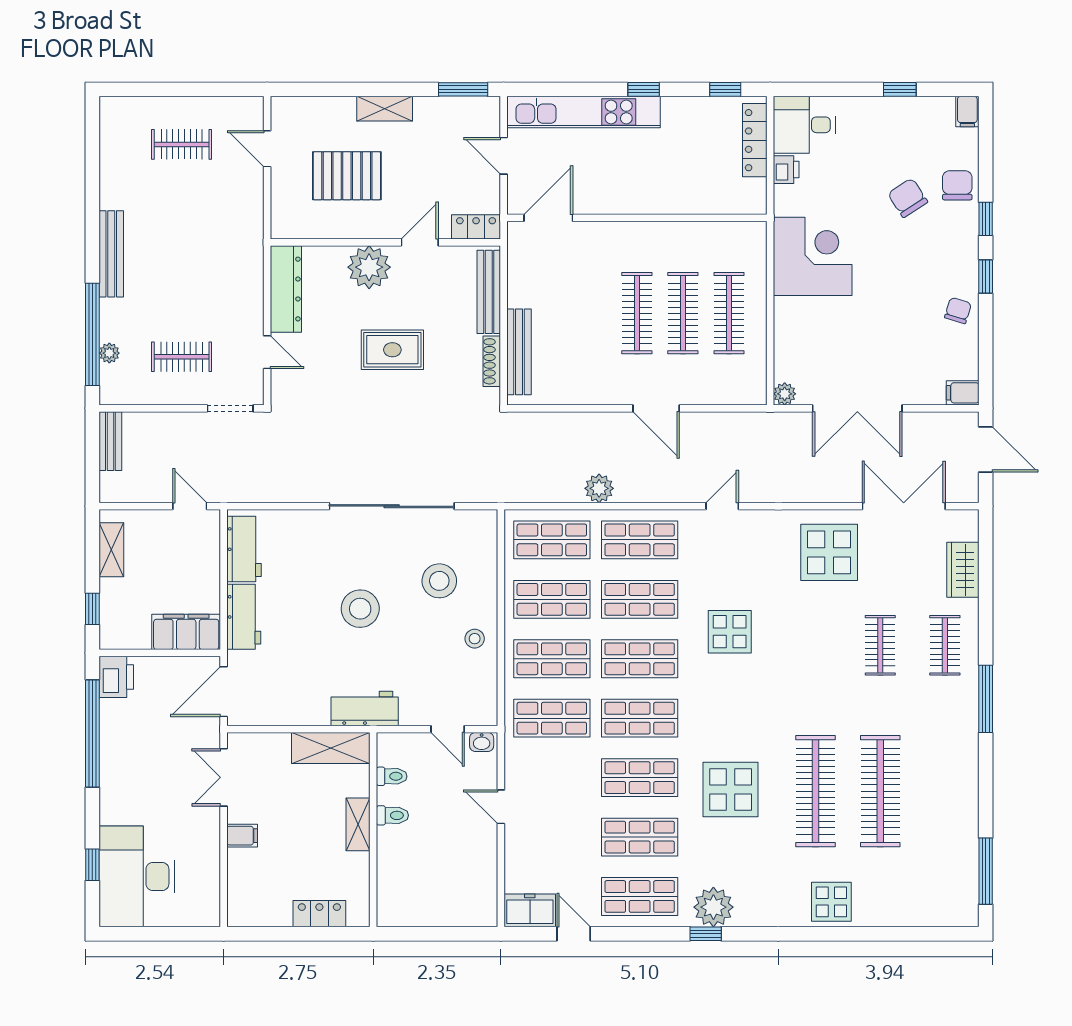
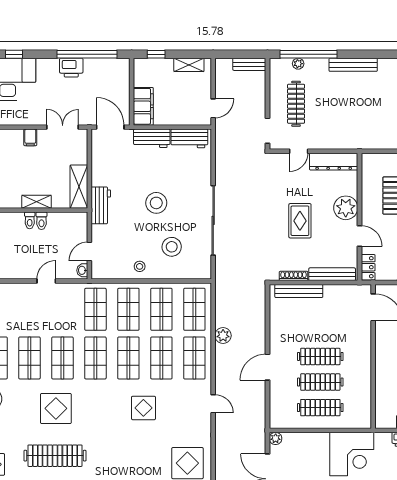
clothes rail: (182, 357) -> (296, 104), width x1.36
printer: (116, 677) -> (71, 68), moved
toilet: (392, 776) -> (30, 220), moved

